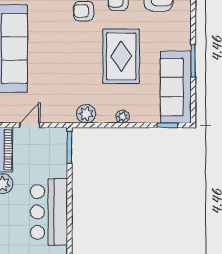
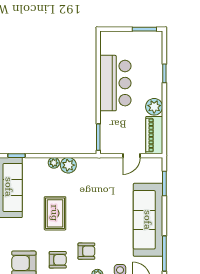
rug: (121, 56) -> (55, 213), width x0.73, depth x0.70
plant: (86, 114) -> (68, 165), moved

